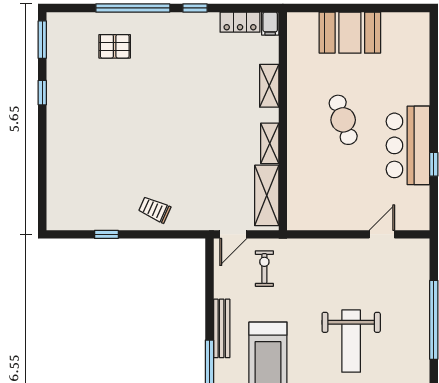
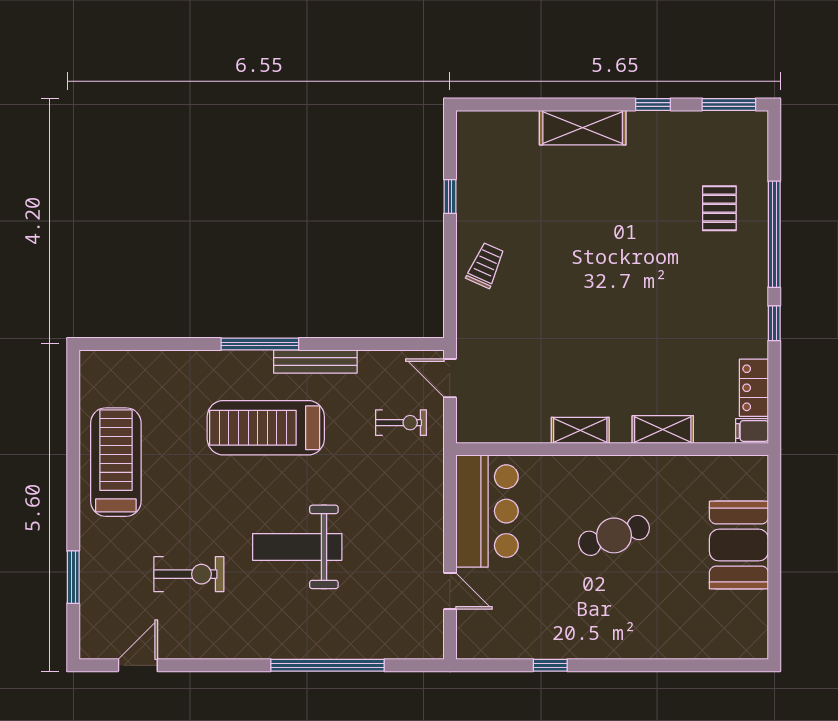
bar counter: (408, 145) -> (487, 511), moved, turned 90
shelving: (267, 195) -> (583, 128), moved

